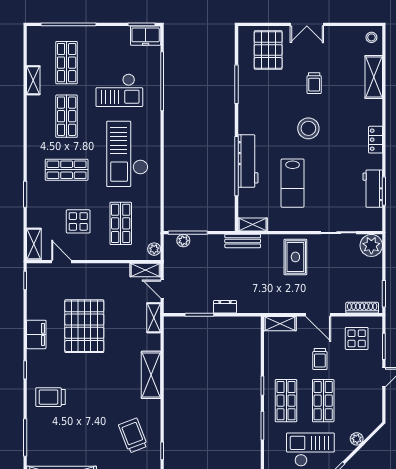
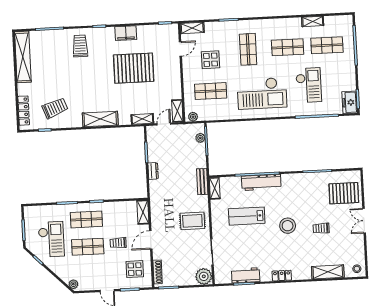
checkout: (119, 90) -> (309, 85), turned 180
checkout: (127, 154) -> (262, 93), turned 180
plant: (357, 439) -> (73, 284), moved

